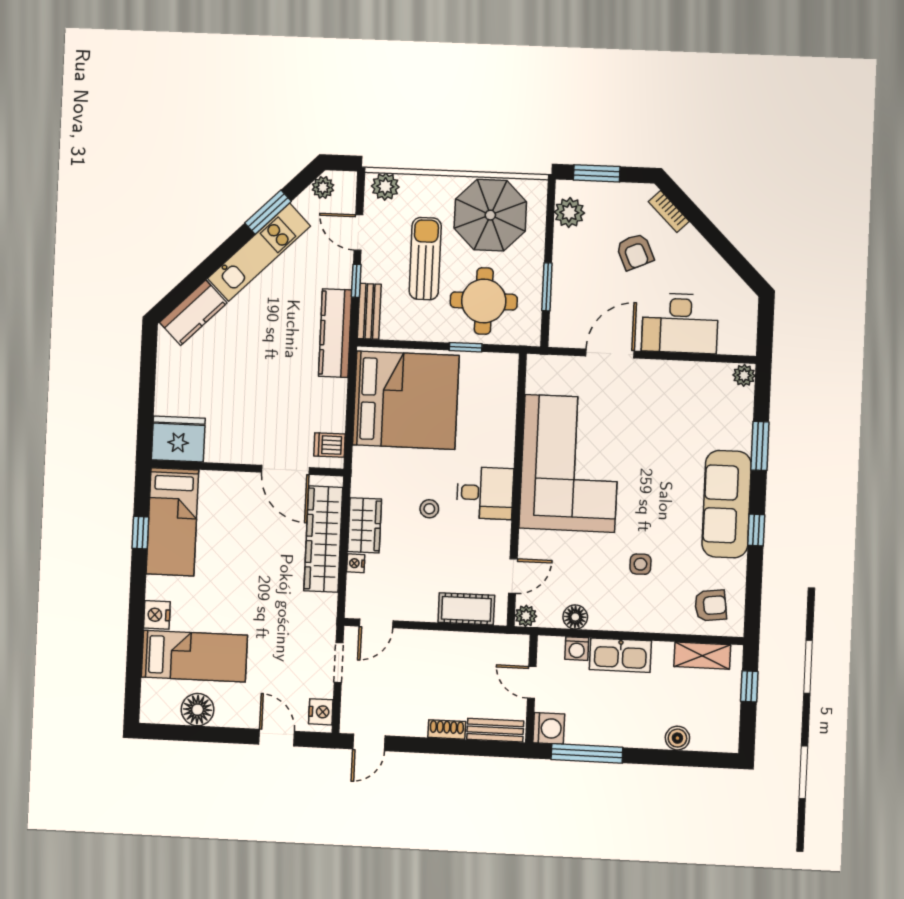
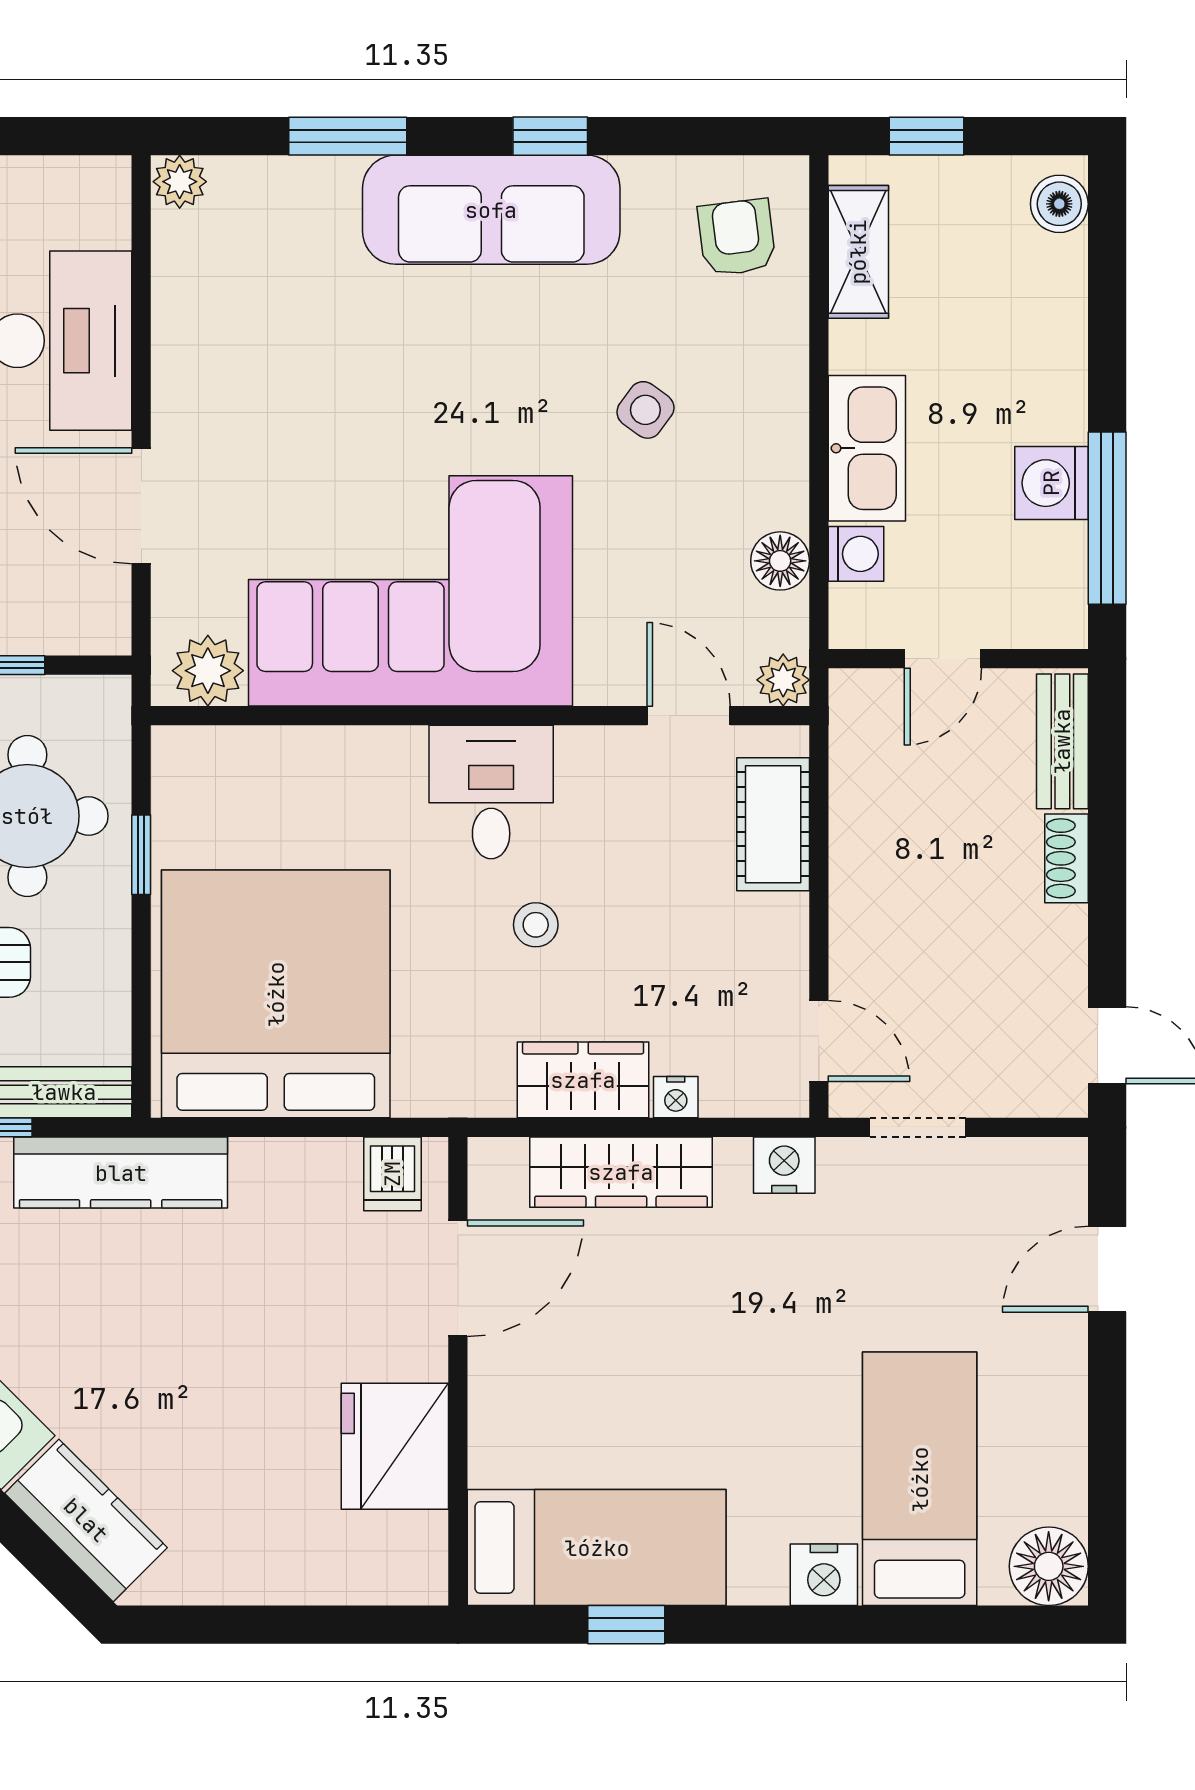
plant: (540, 378) -> (208, 671), added
fridge: (178, 439) -> (395, 1446), moved
wardrobe: (323, 539) -> (621, 1172), width x0.71, depth x0.85
side table: (640, 564) -> (645, 410), turned 36
floor lamp: (198, 710) -> (1049, 1566), moved
nightstand: (321, 712) -> (784, 1165), moved
washing machine: (549, 728) -> (1051, 483), moved, turned -90
boiler: (677, 738) -> (1059, 204), moved

